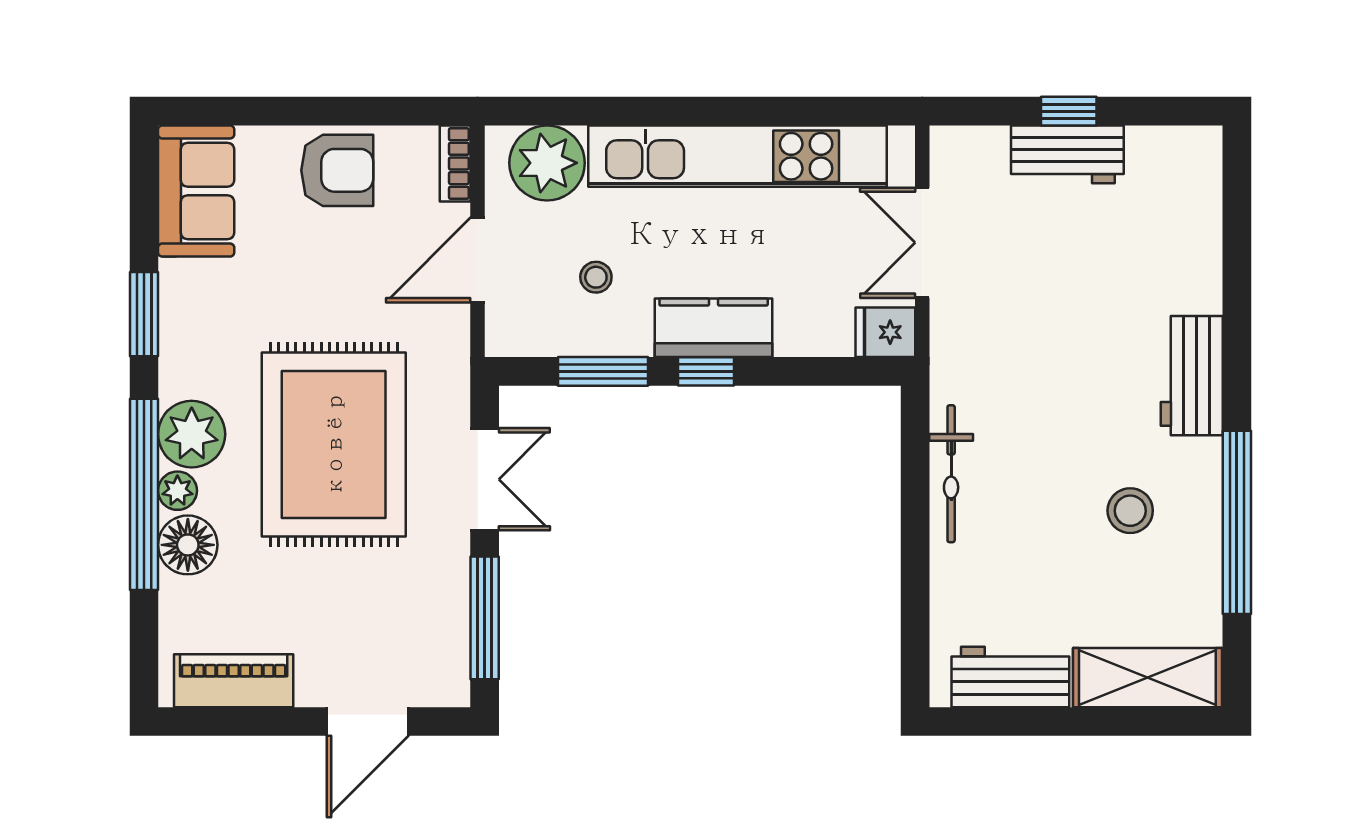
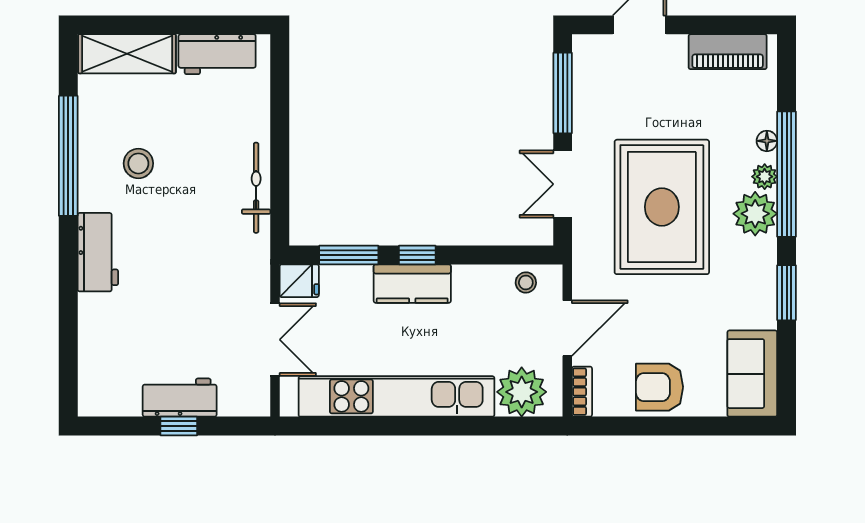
stool: (596, 277) -> (526, 282), moved
window: (603, 371) -> (349, 255), moved
floor lamp: (188, 545) -> (767, 141), width x0.53, depth x0.53

